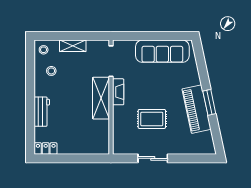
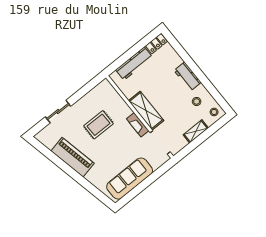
window: (209, 102) -> (67, 169), removed
workbench: (42, 112) -> (188, 76), moved
workbench: (79, 147) -> (134, 64), added
sliding door: (153, 158) -> (58, 111), moved

